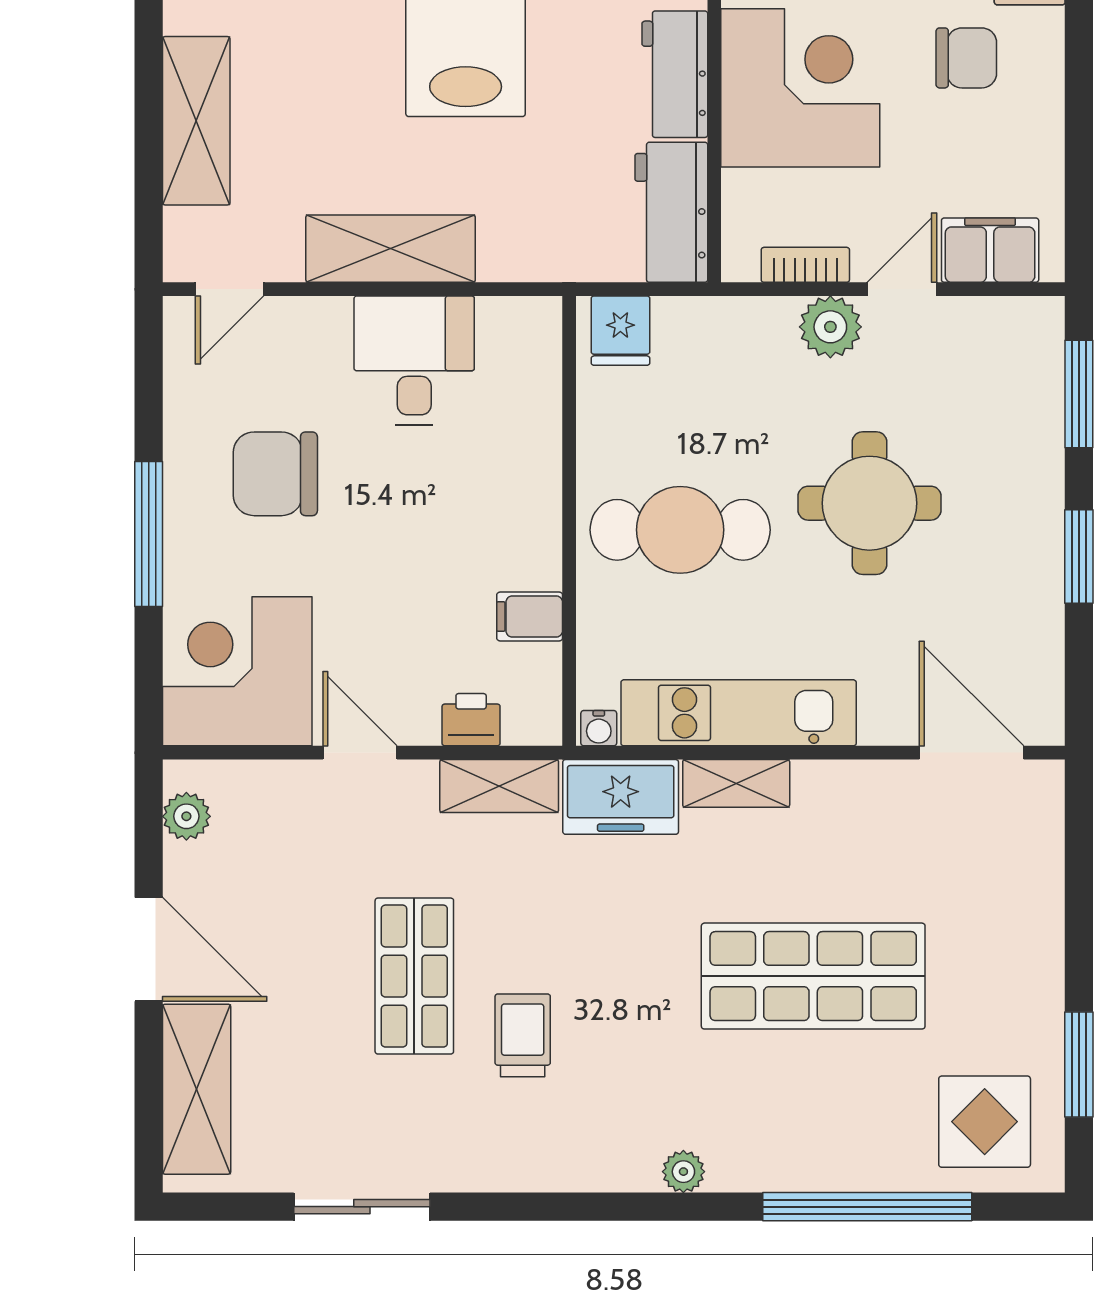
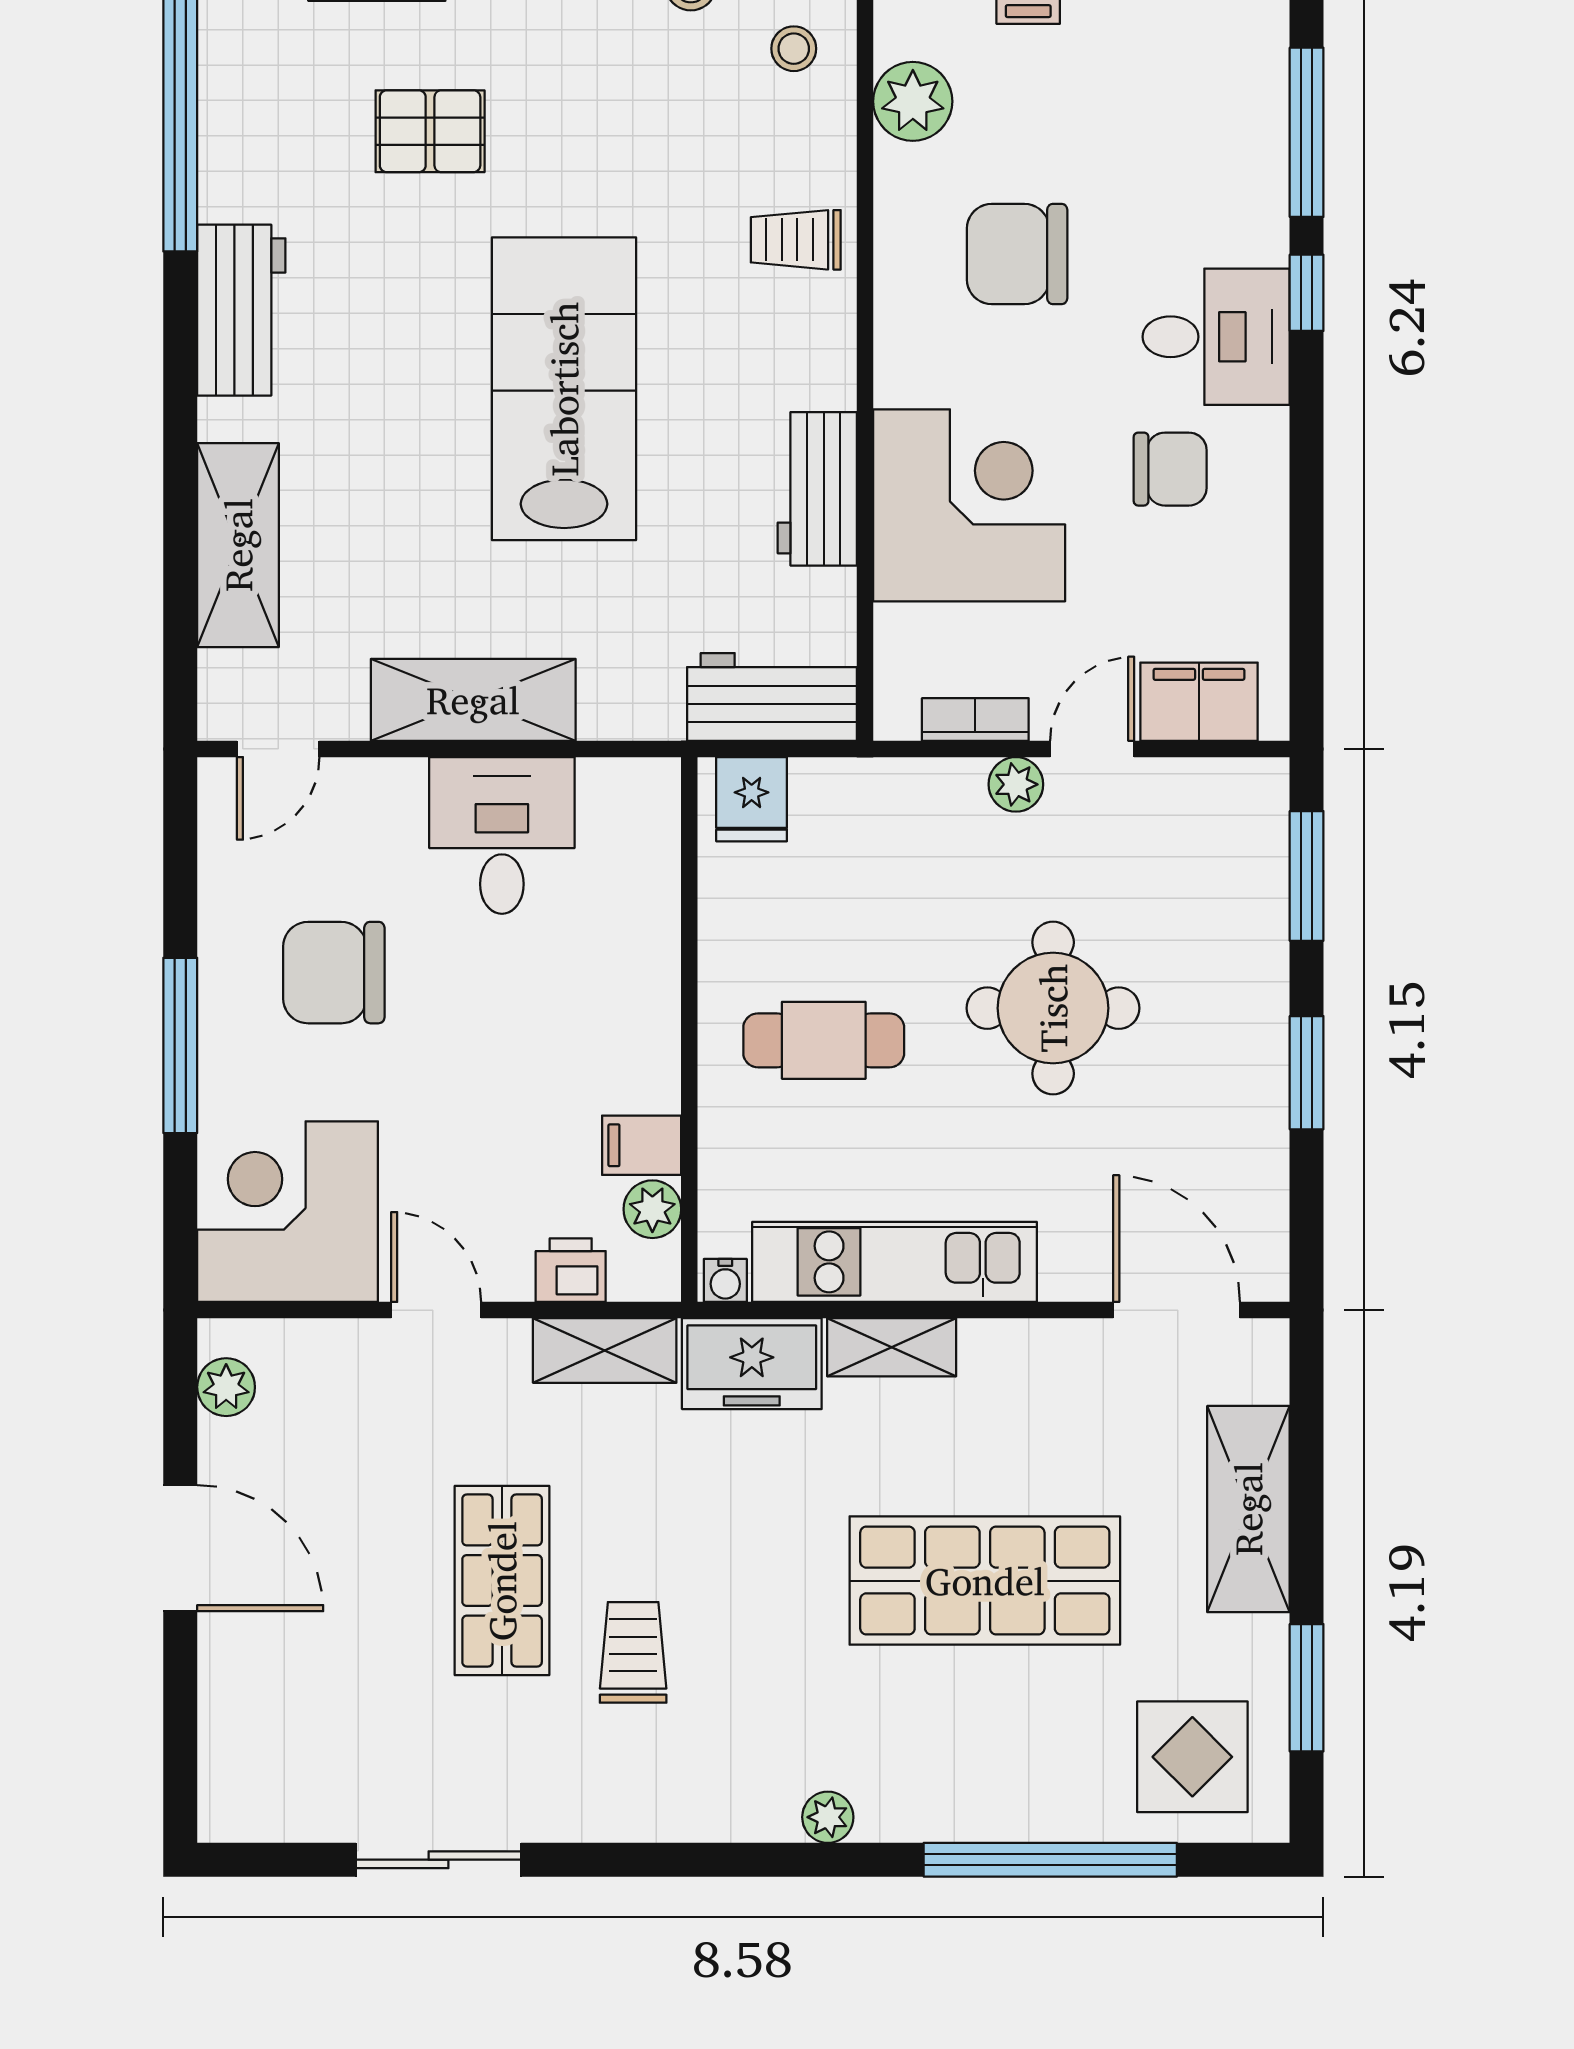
workbench: (671, 212) -> (772, 697), moved, turned 90
plant: (830, 327) -> (1016, 784), width x0.73, depth x0.73
cafe table: (680, 530) -> (824, 1040), width x0.73, depth x0.74
plant: (539, 669) -> (652, 1209), added
shelving: (197, 1089) -> (1248, 1509), moved

